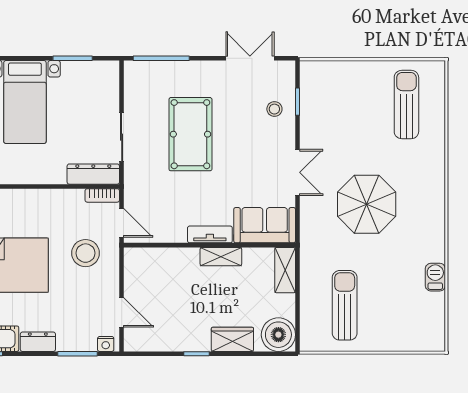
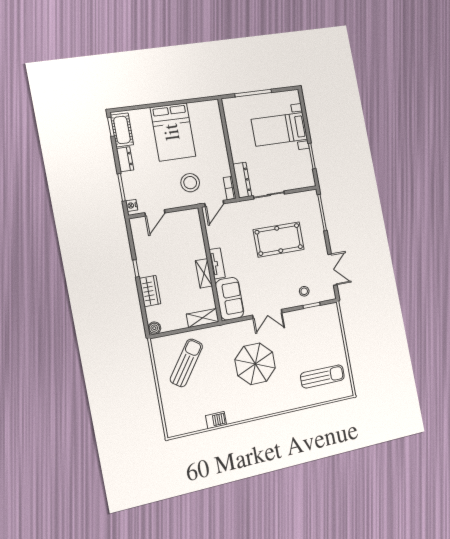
sun lounger: (345, 305) -> (186, 363), turned -55
boiler: (278, 335) -> (154, 328), width x0.54, depth x0.54

